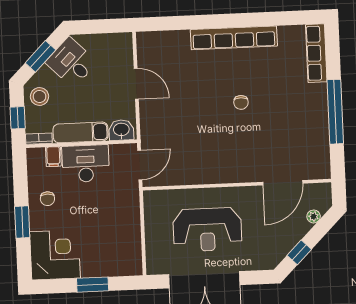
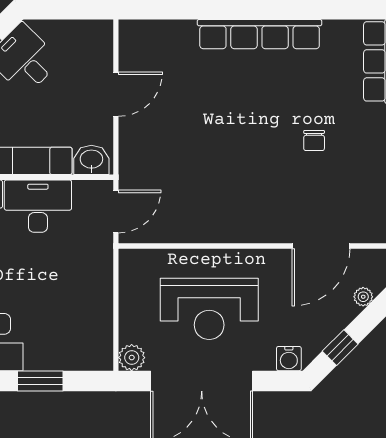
door: (136, 84) -> (116, 94), hinge flipped
chair: (241, 102) -> (314, 140), moved
water cooler: (264, 262) -> (289, 359), added
plant: (155, 266) -> (132, 358), added

